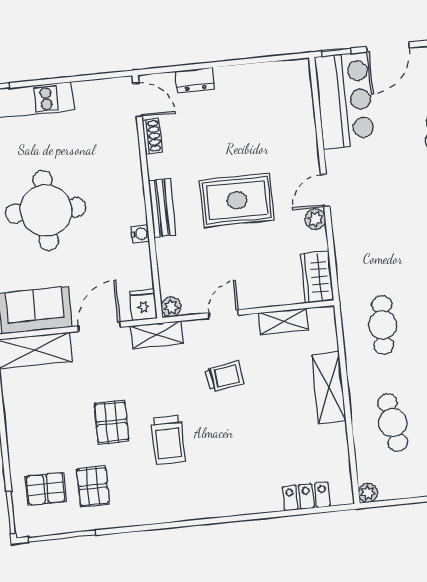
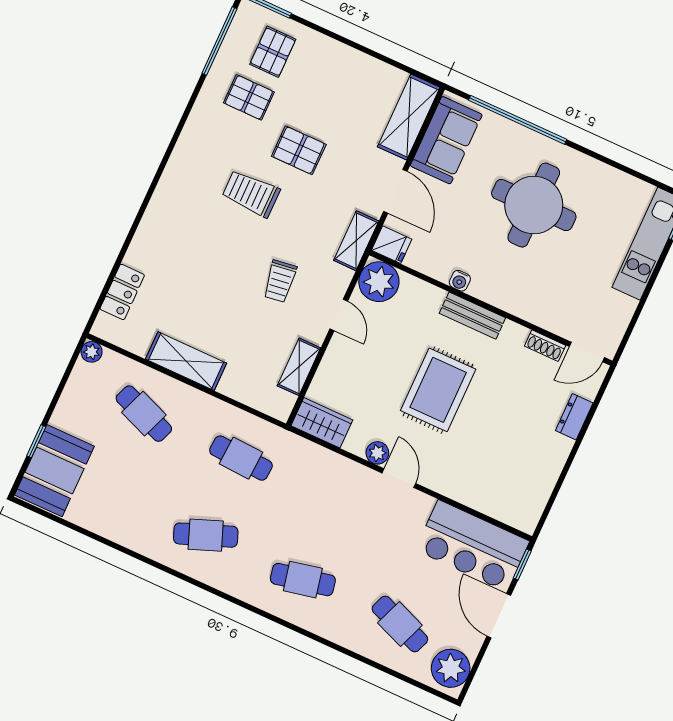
plant: (171, 307) -> (379, 282), width x1.88, depth x1.88
shelving: (329, 388) -> (186, 361), moved
cafe table: (393, 423) -> (144, 414), turned 30

